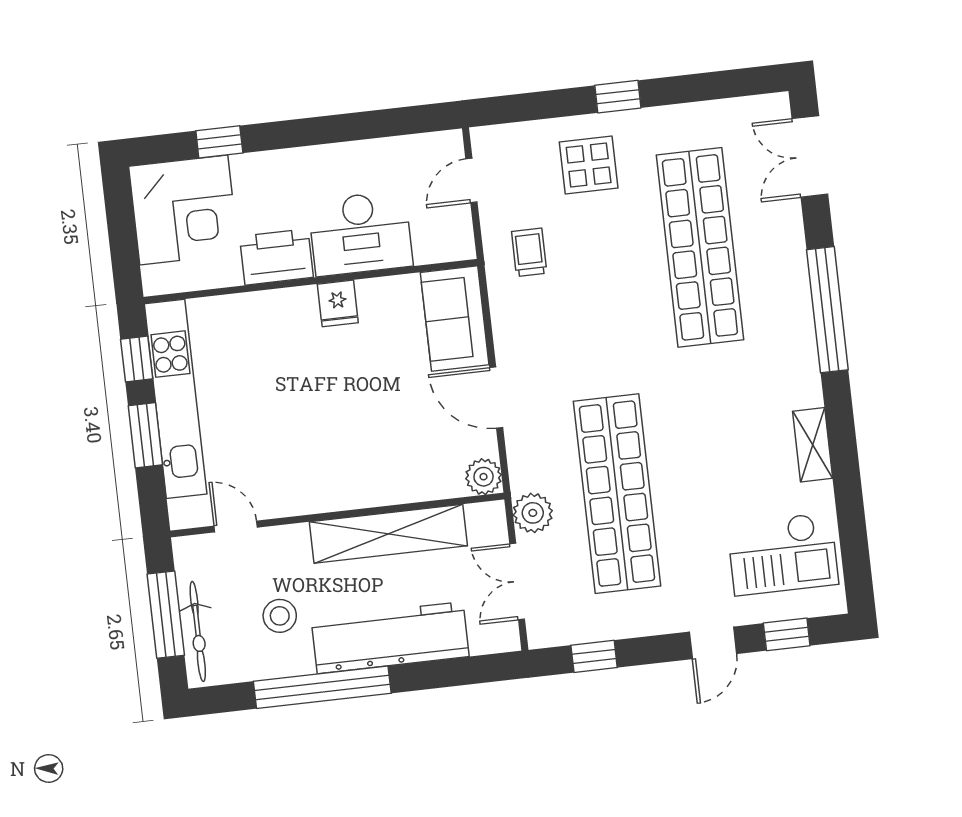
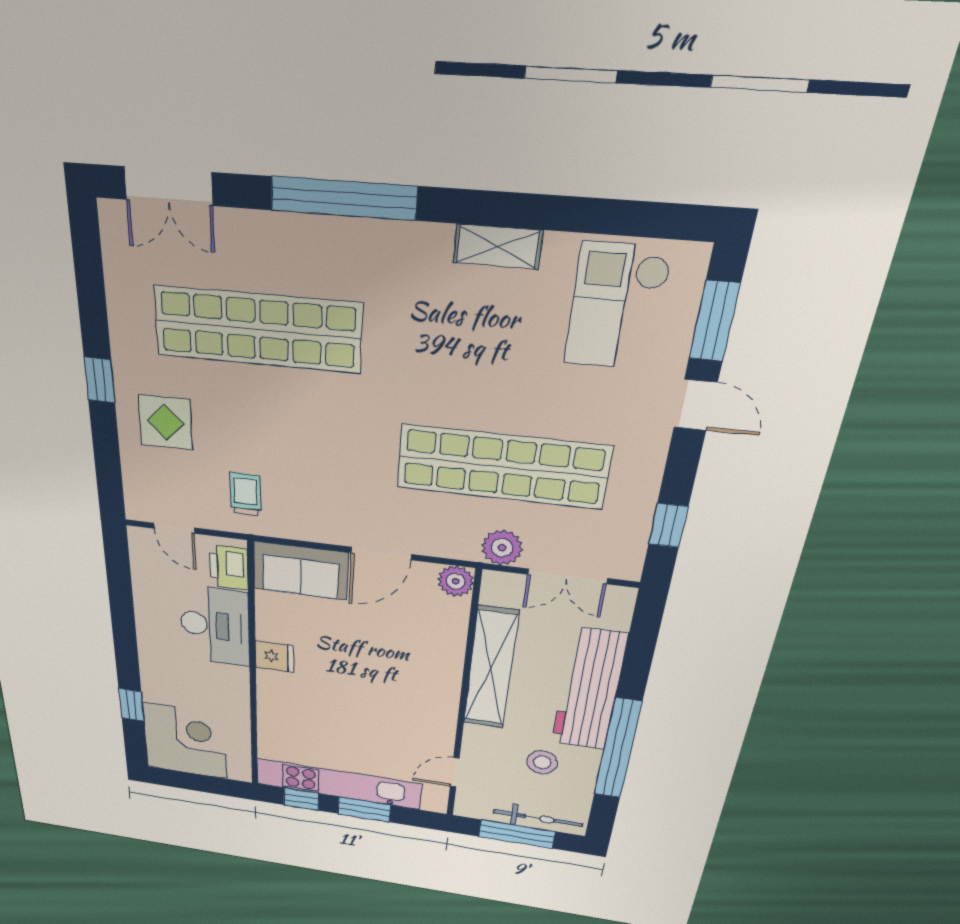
trolley: (529, 252) -> (246, 494), turned 90
printer: (276, 257) -> (229, 568), moved, width x0.73, depth x0.84
checkout: (783, 554) -> (617, 307), turned 180
window: (787, 634) -> (714, 321), width x1.50

